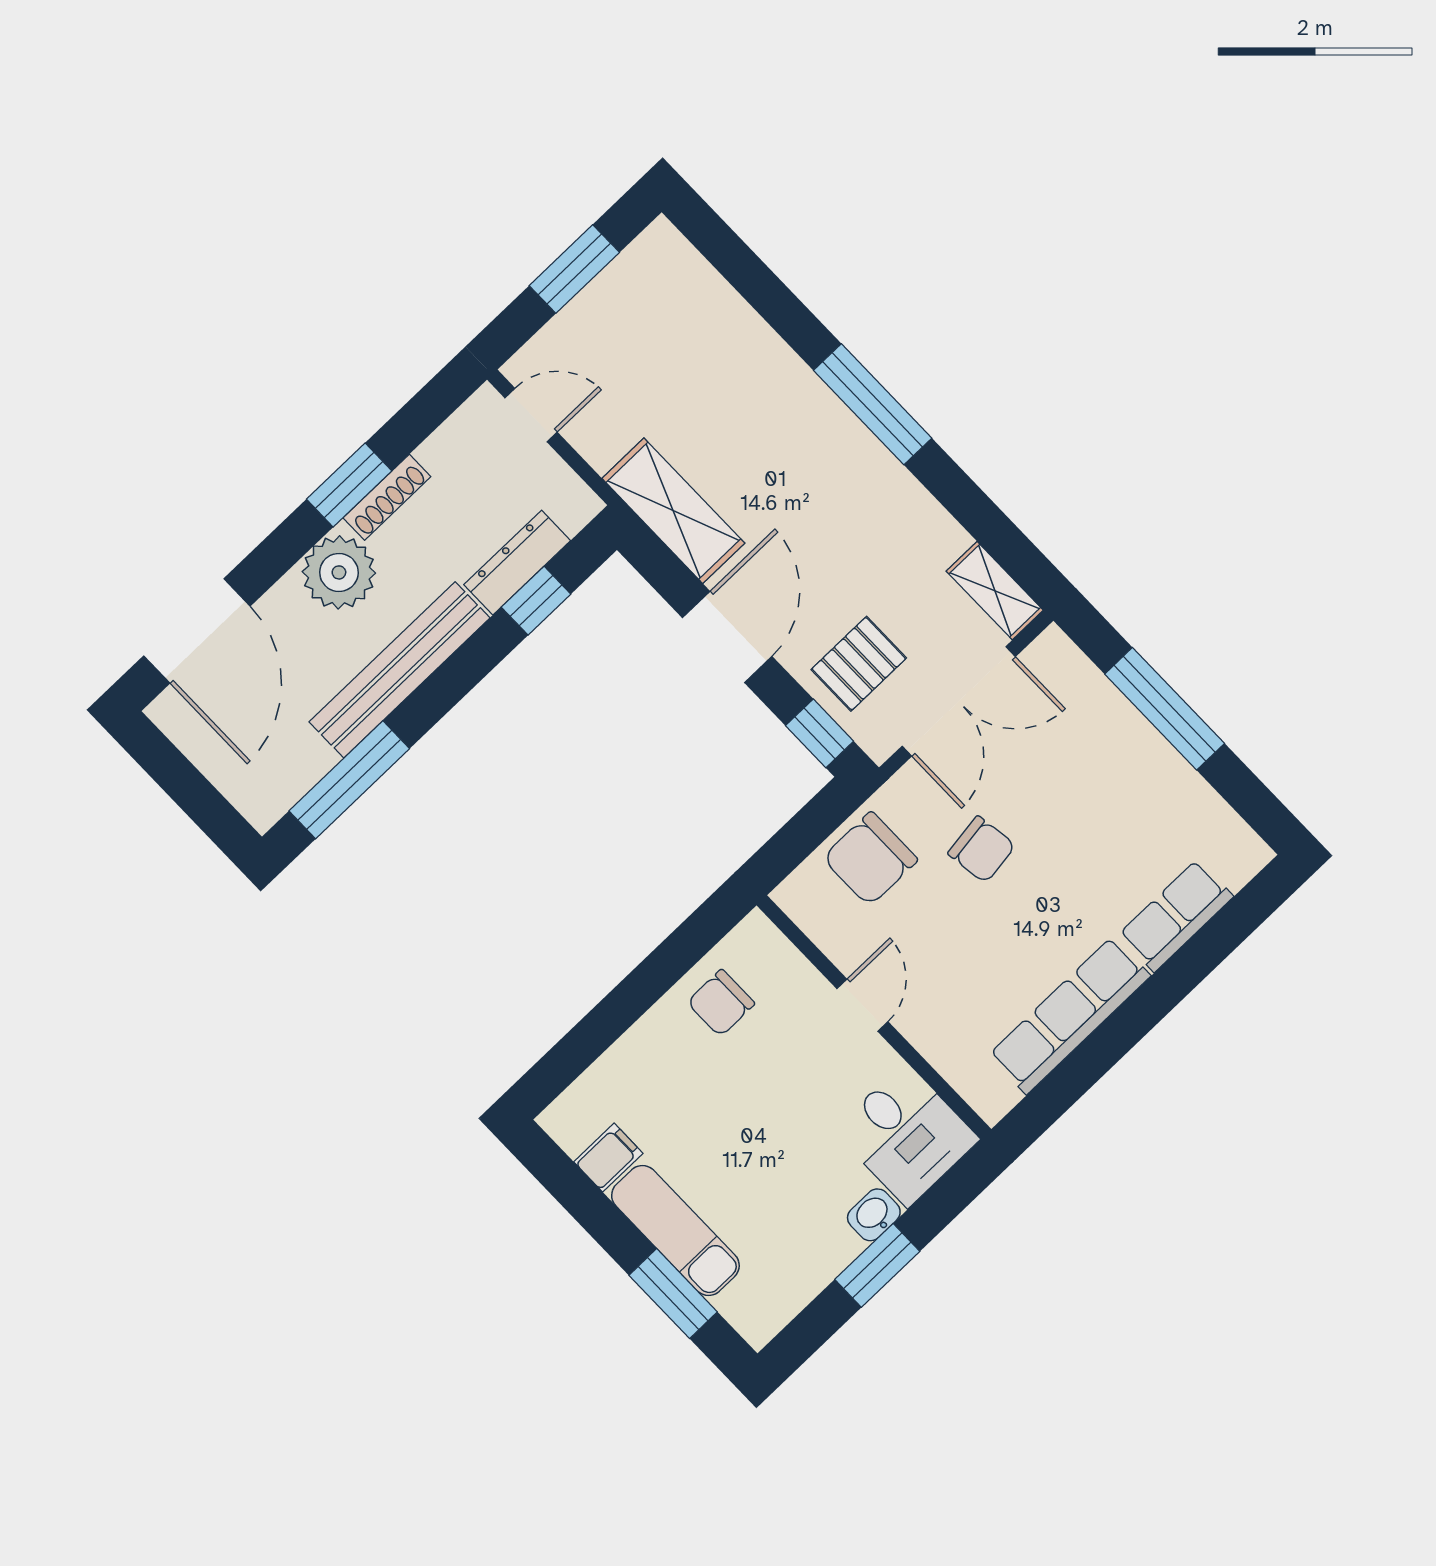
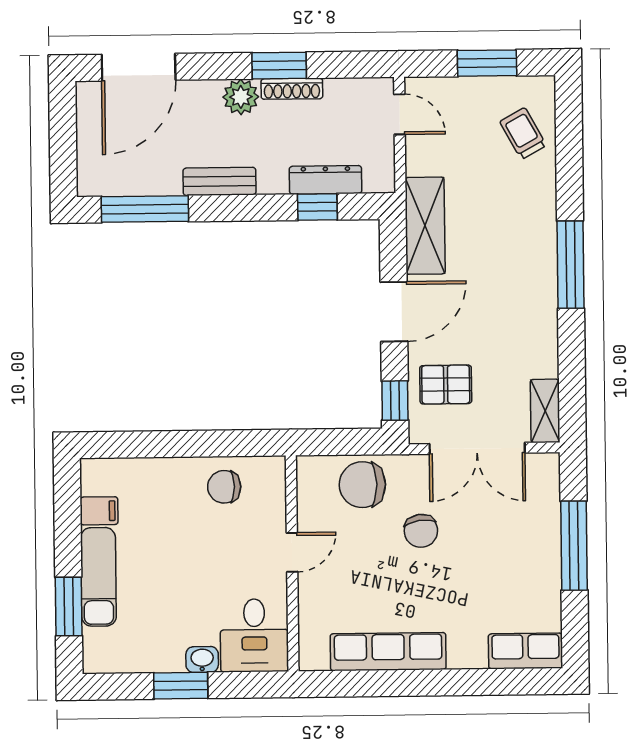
trolley: (686, 309) -> (523, 133), added
plant: (339, 572) -> (241, 97), width x0.73, depth x0.73
bench: (399, 670) -> (219, 181), width x0.54, depth x0.82
row of seats: (1176, 916) -> (525, 651), moved

